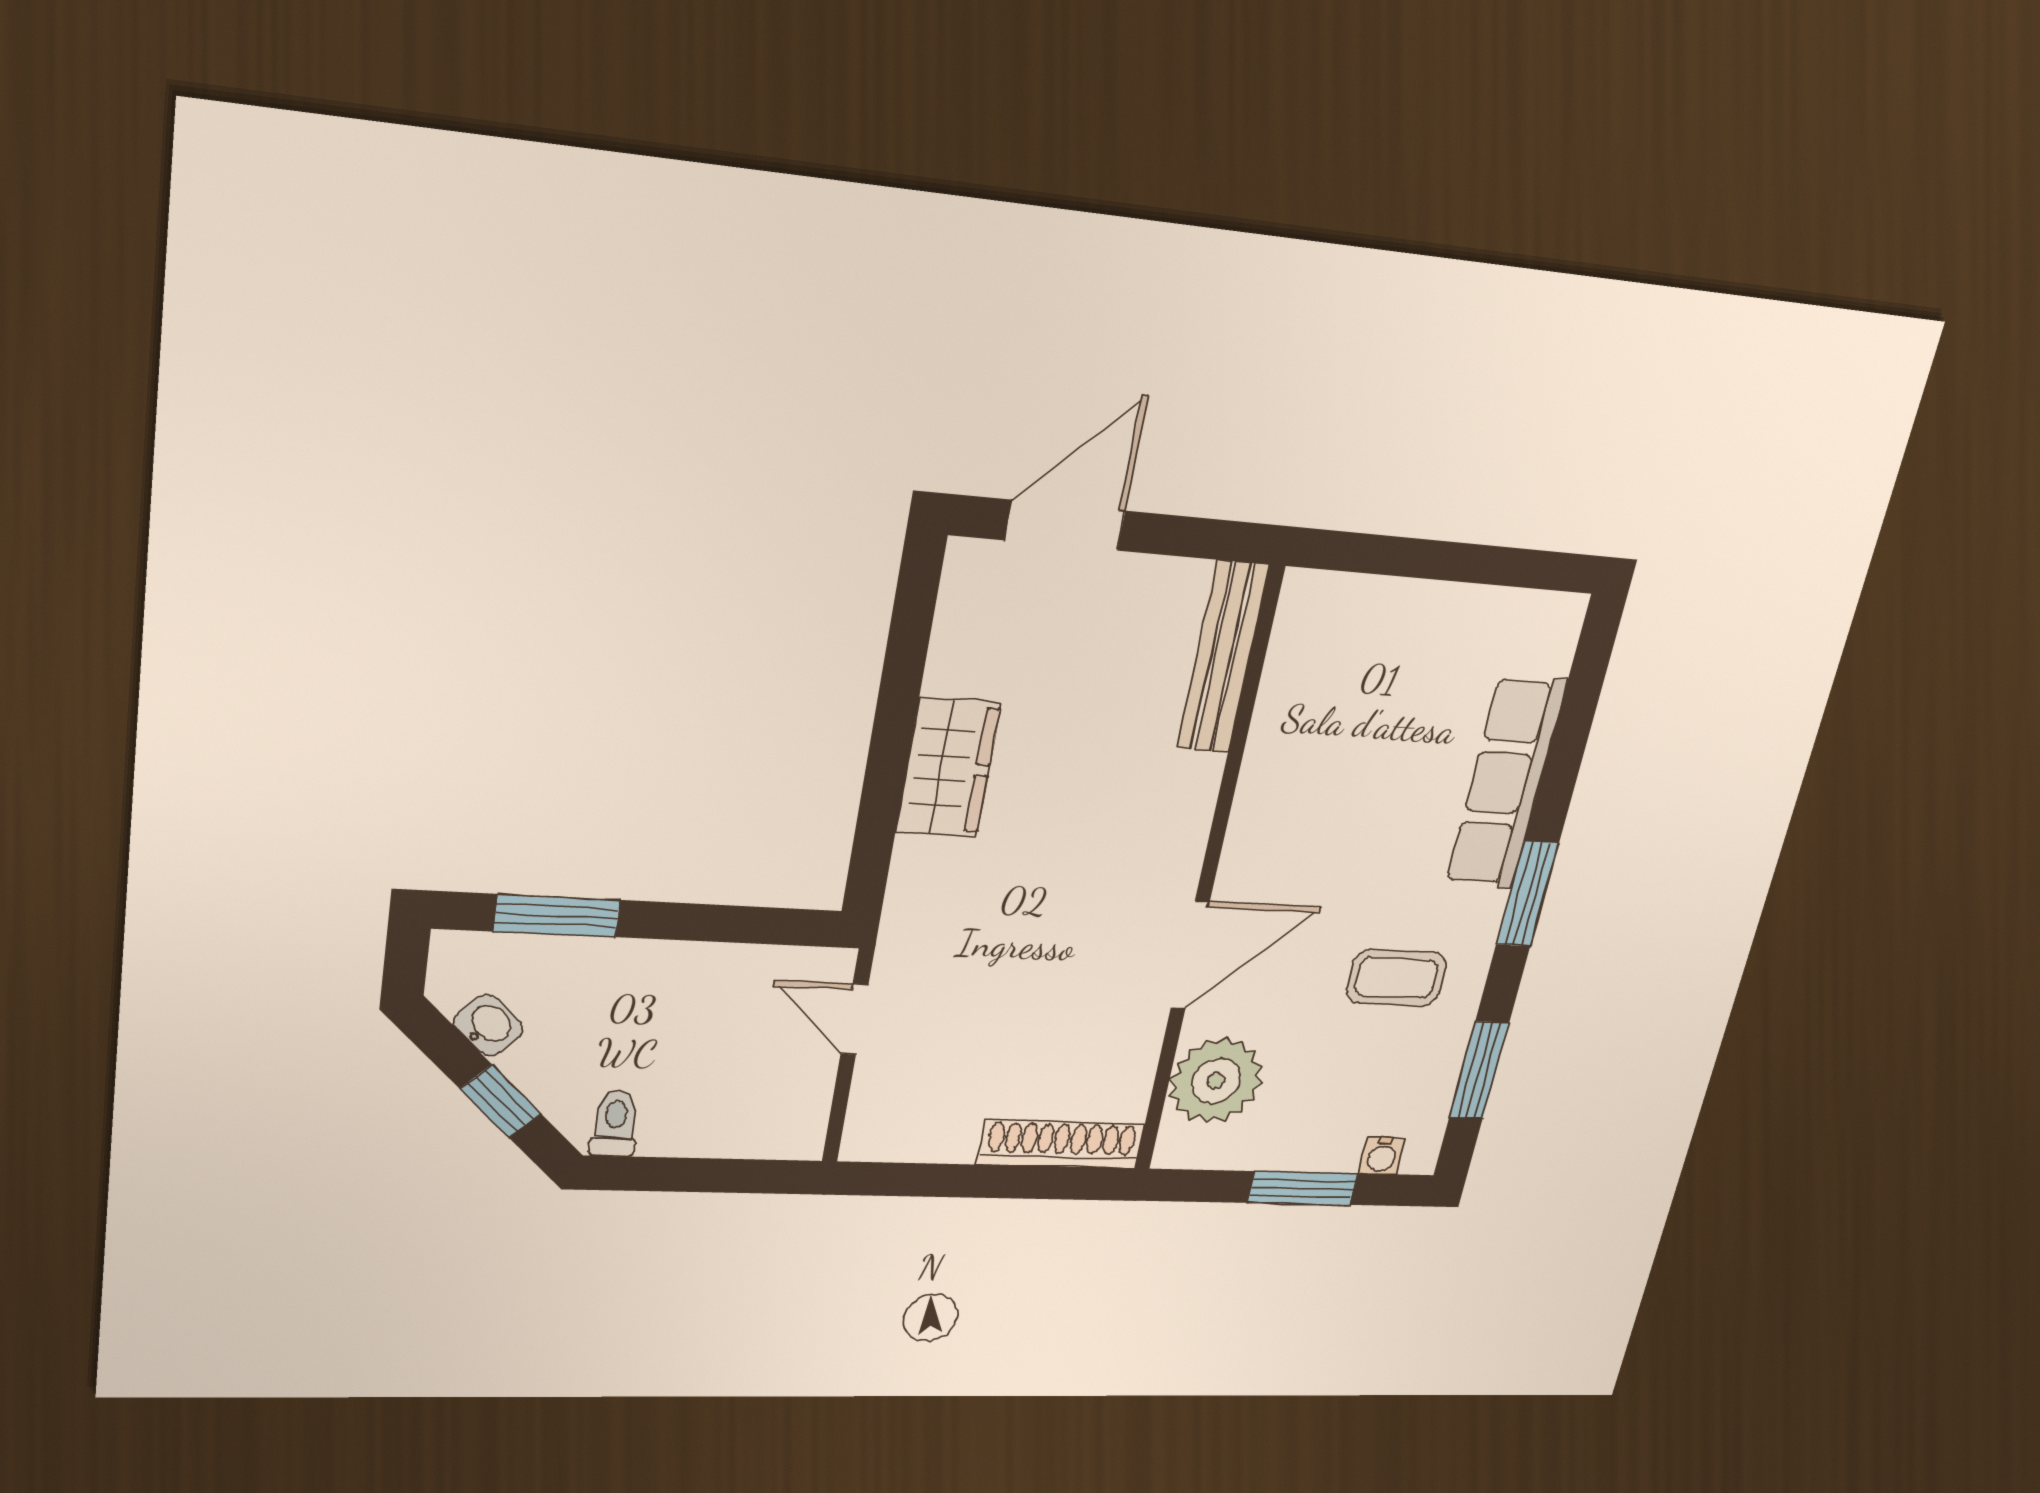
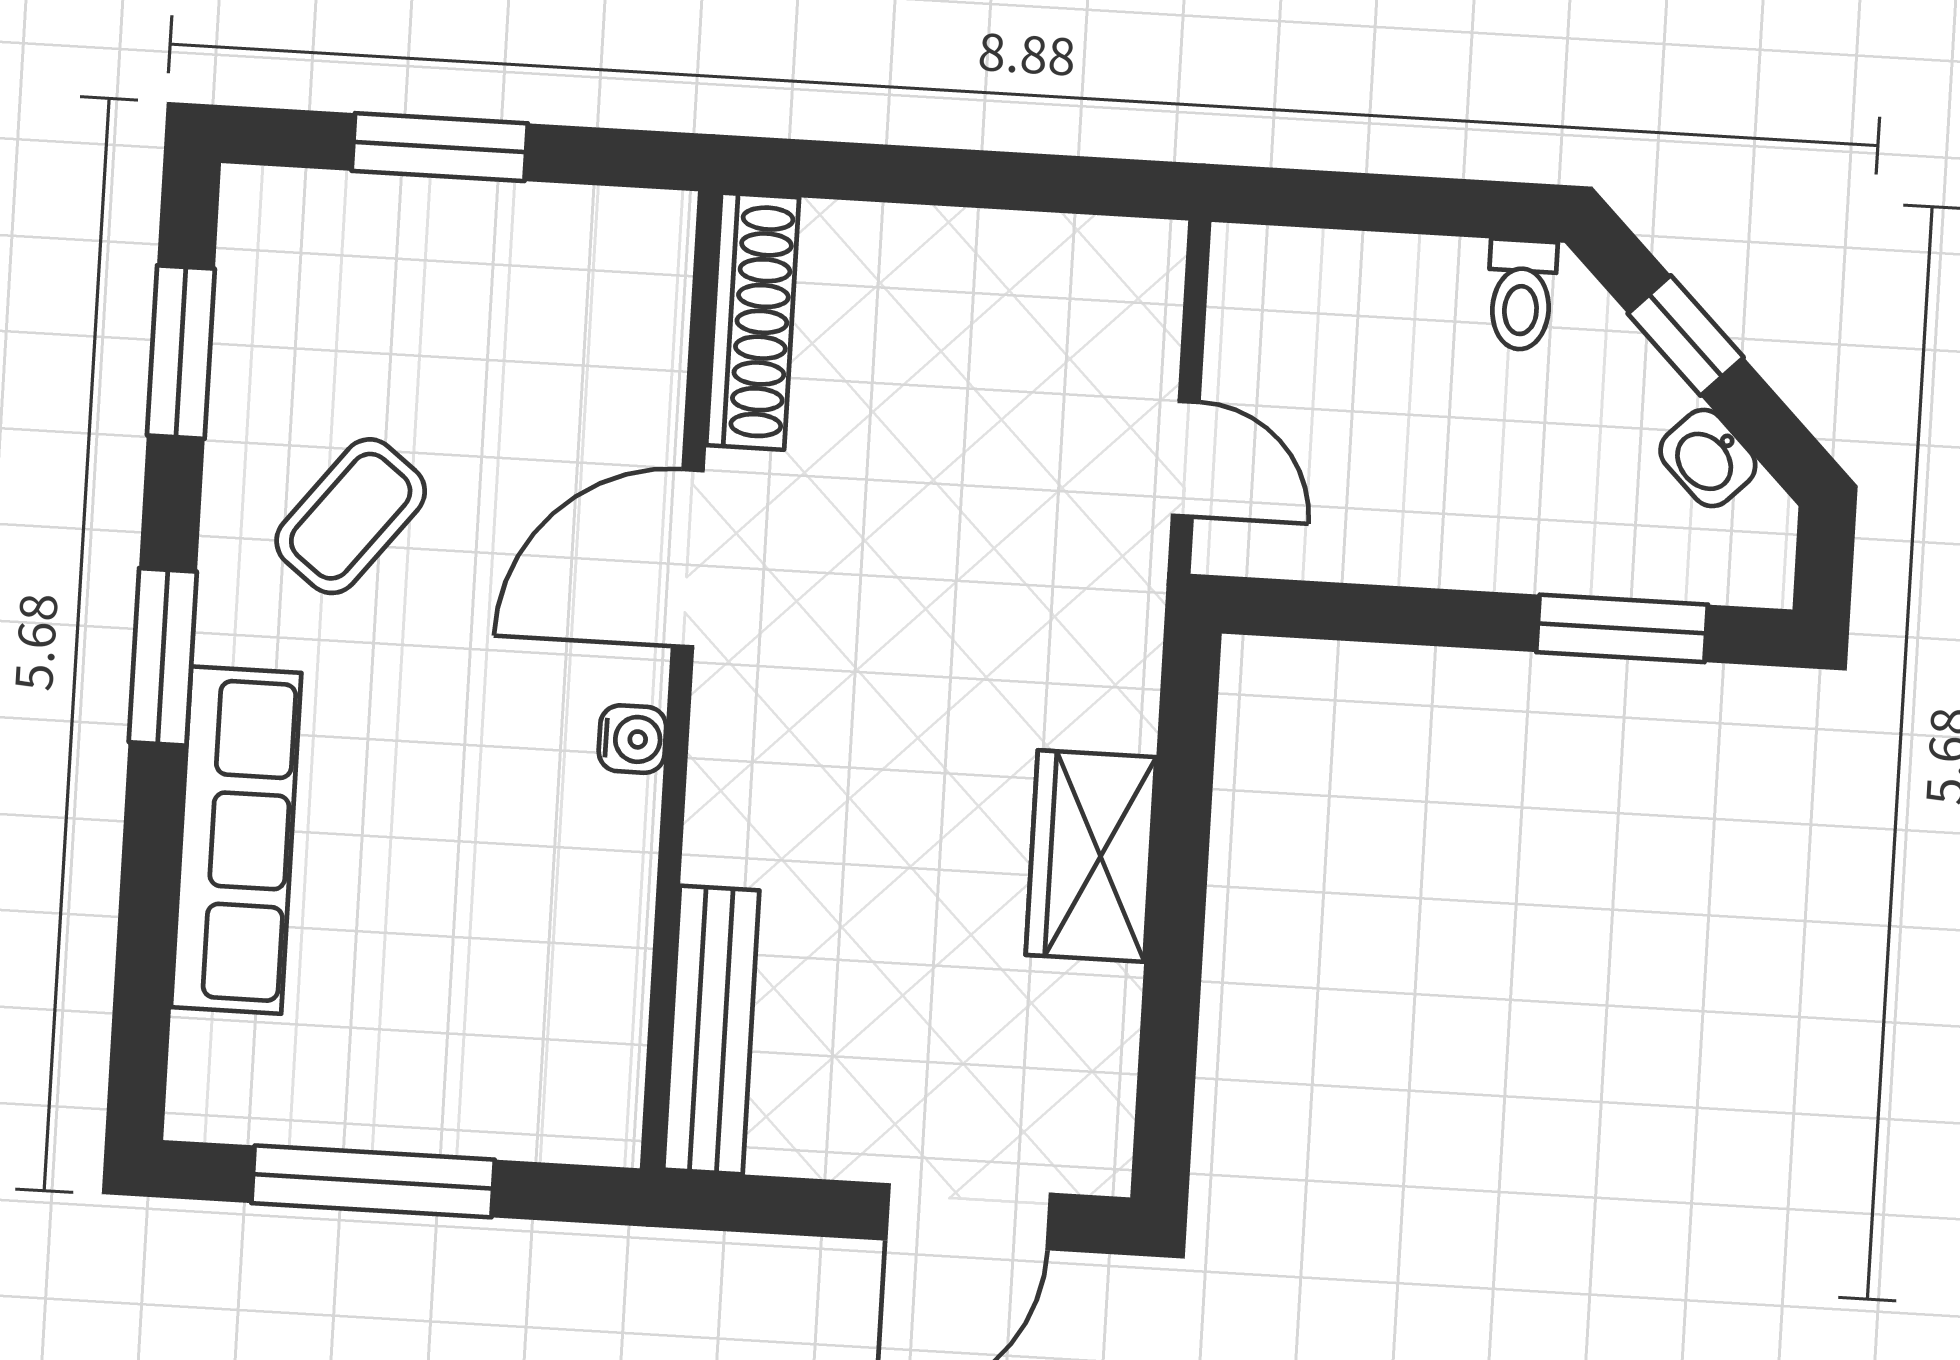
window: (1463, 563) -> (373, 1181), added
coffee table: (1396, 978) -> (351, 516), turned -52
plant: (1216, 1081) -> (614, 343), removed
shoe rack: (1061, 1144) -> (753, 321), moved, turned -90
water cooler: (1382, 1156) -> (632, 739), moved, turned 90

